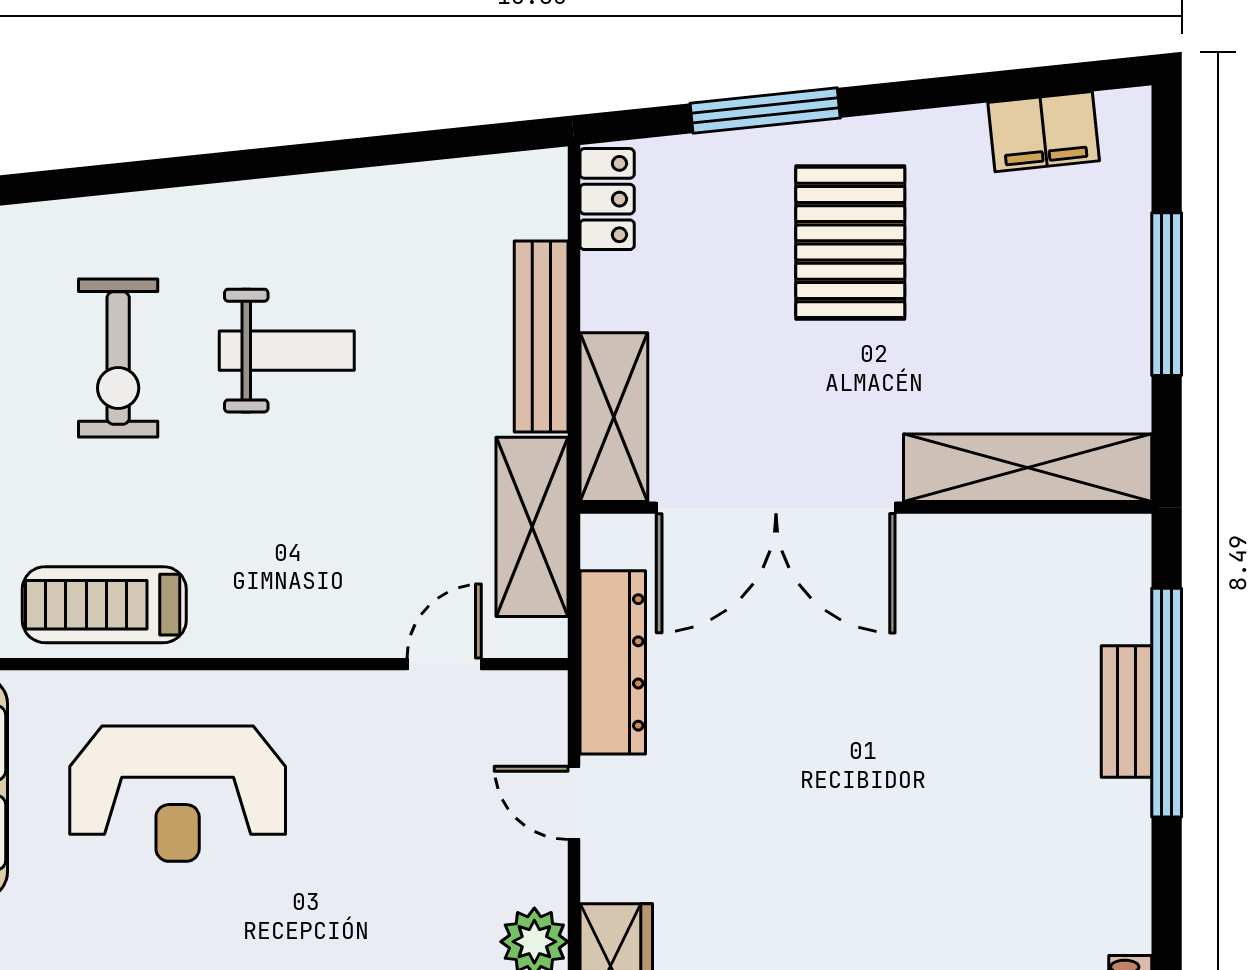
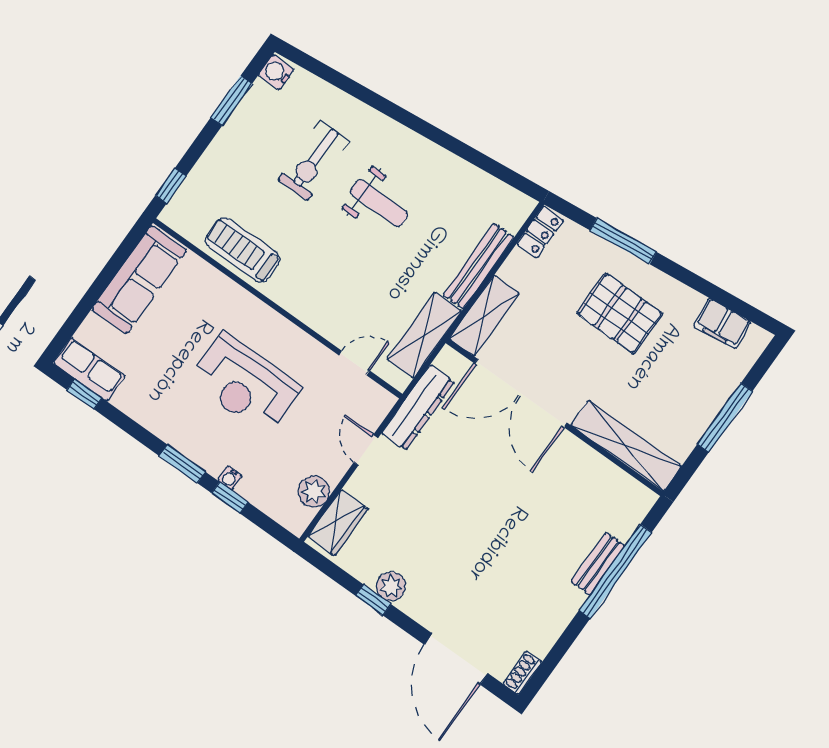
pallet: (850, 242) -> (620, 314), turned 90
reception desk: (178, 794) -> (245, 384), moved

